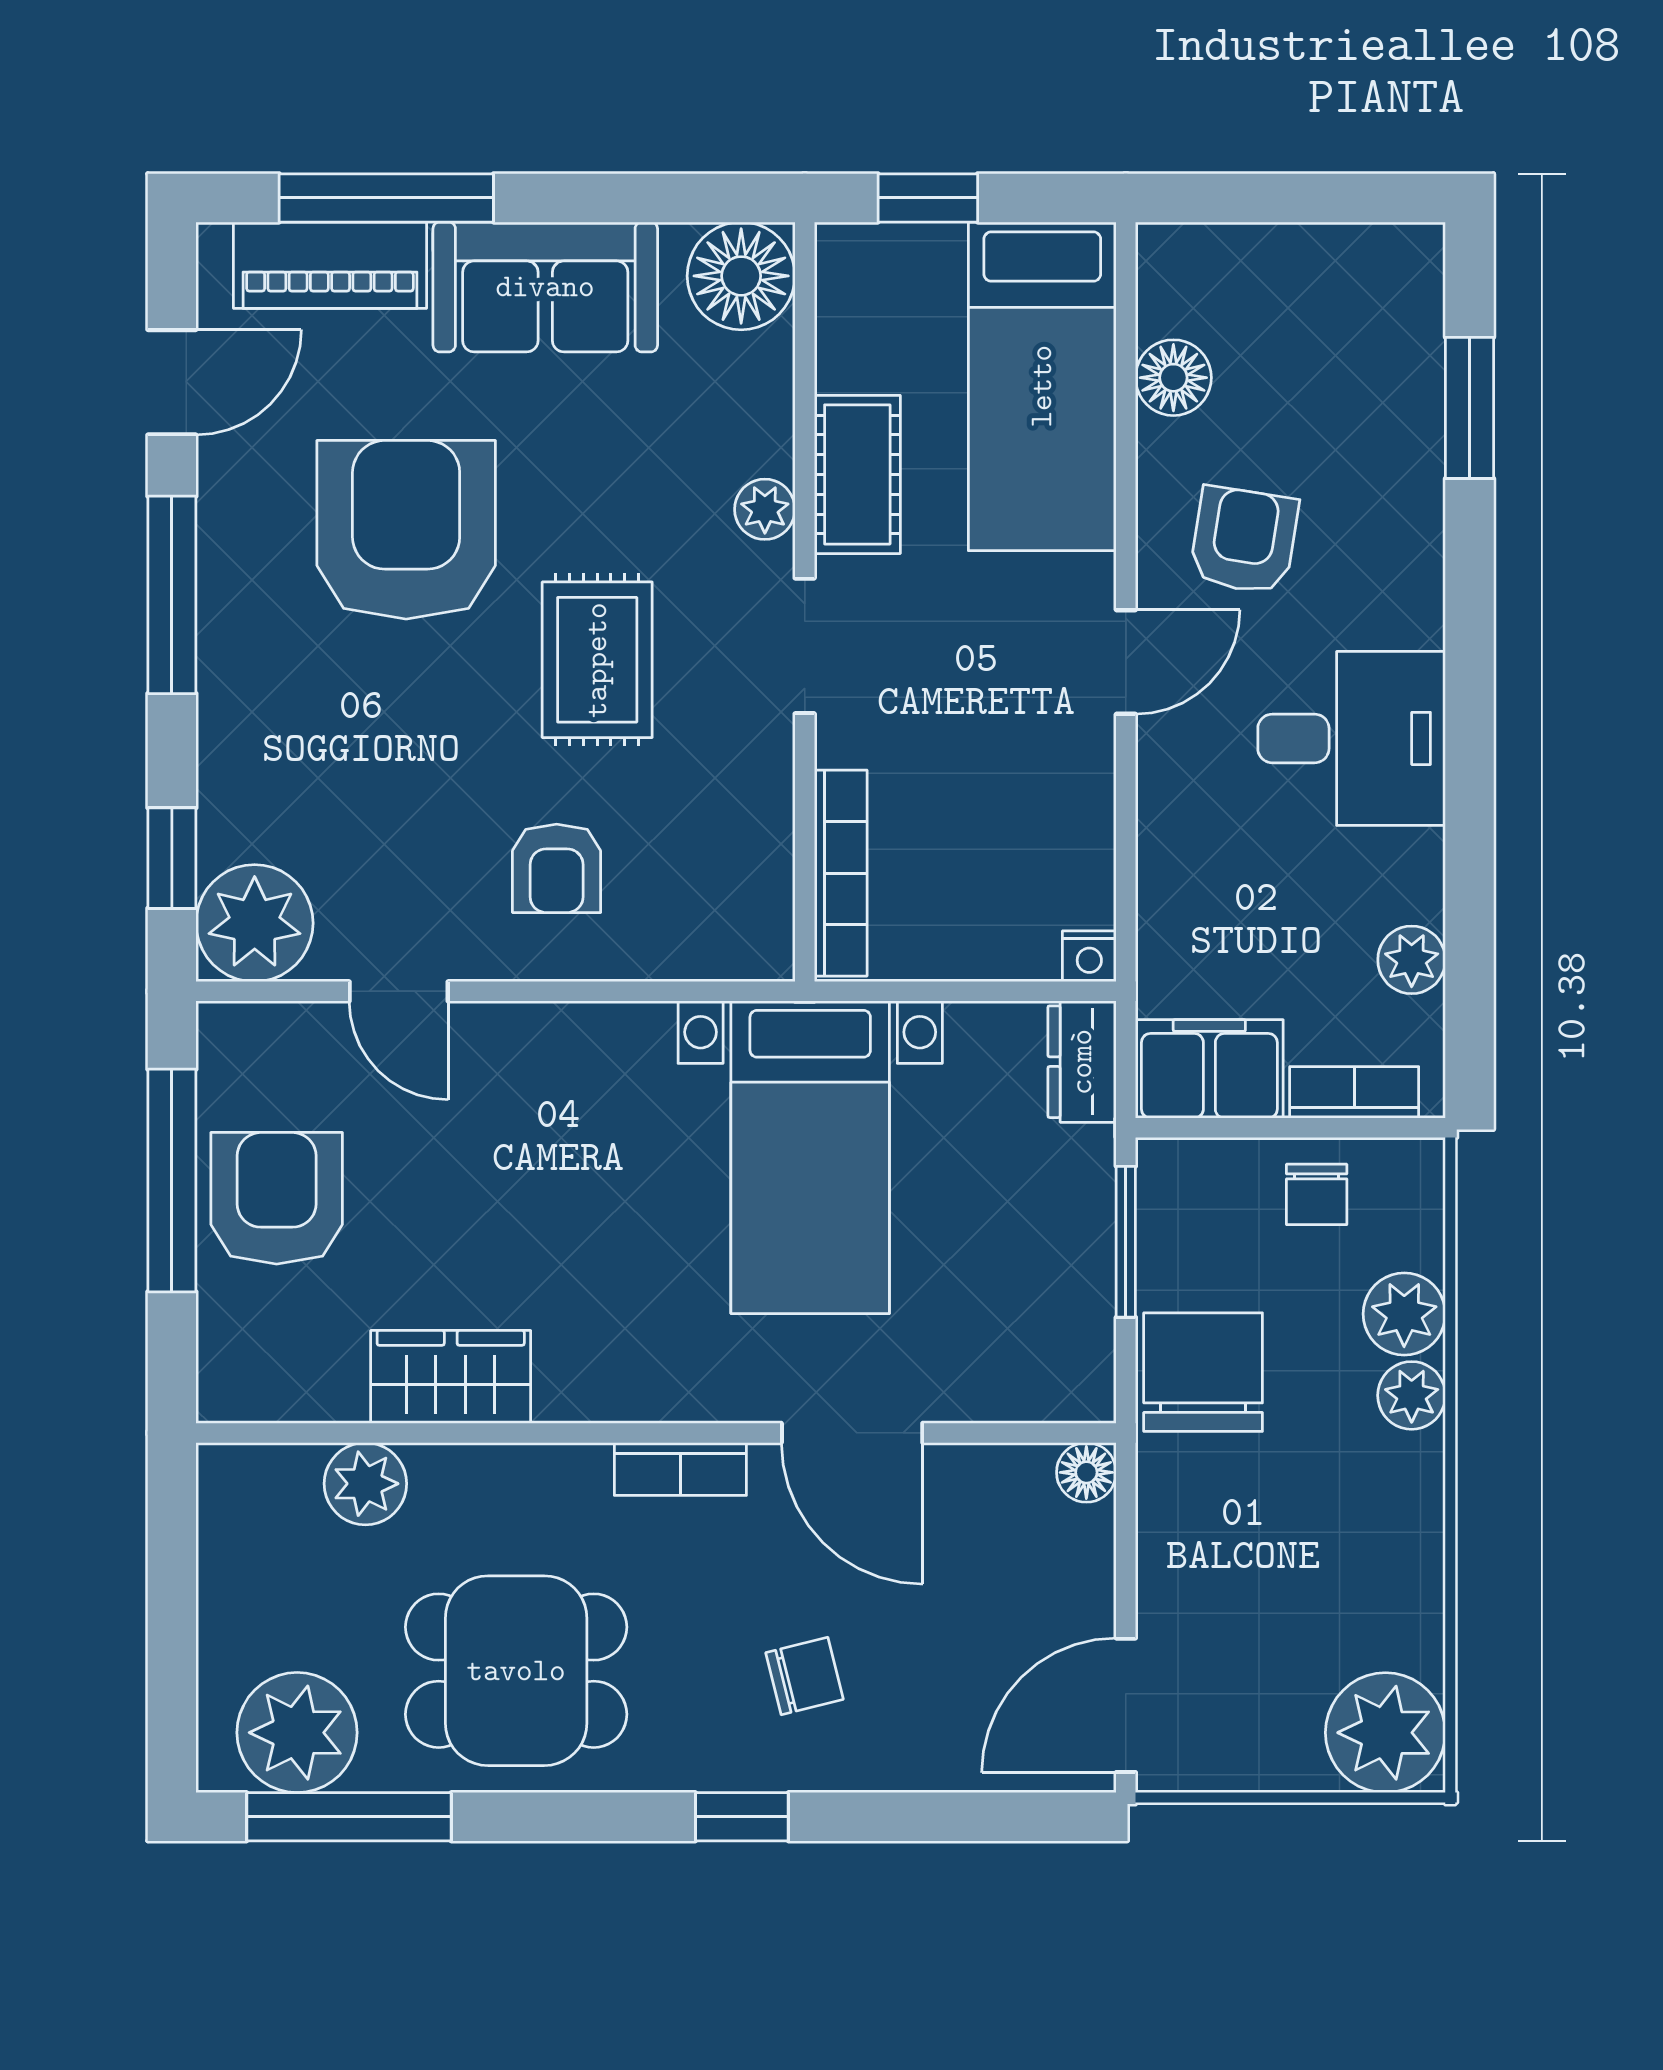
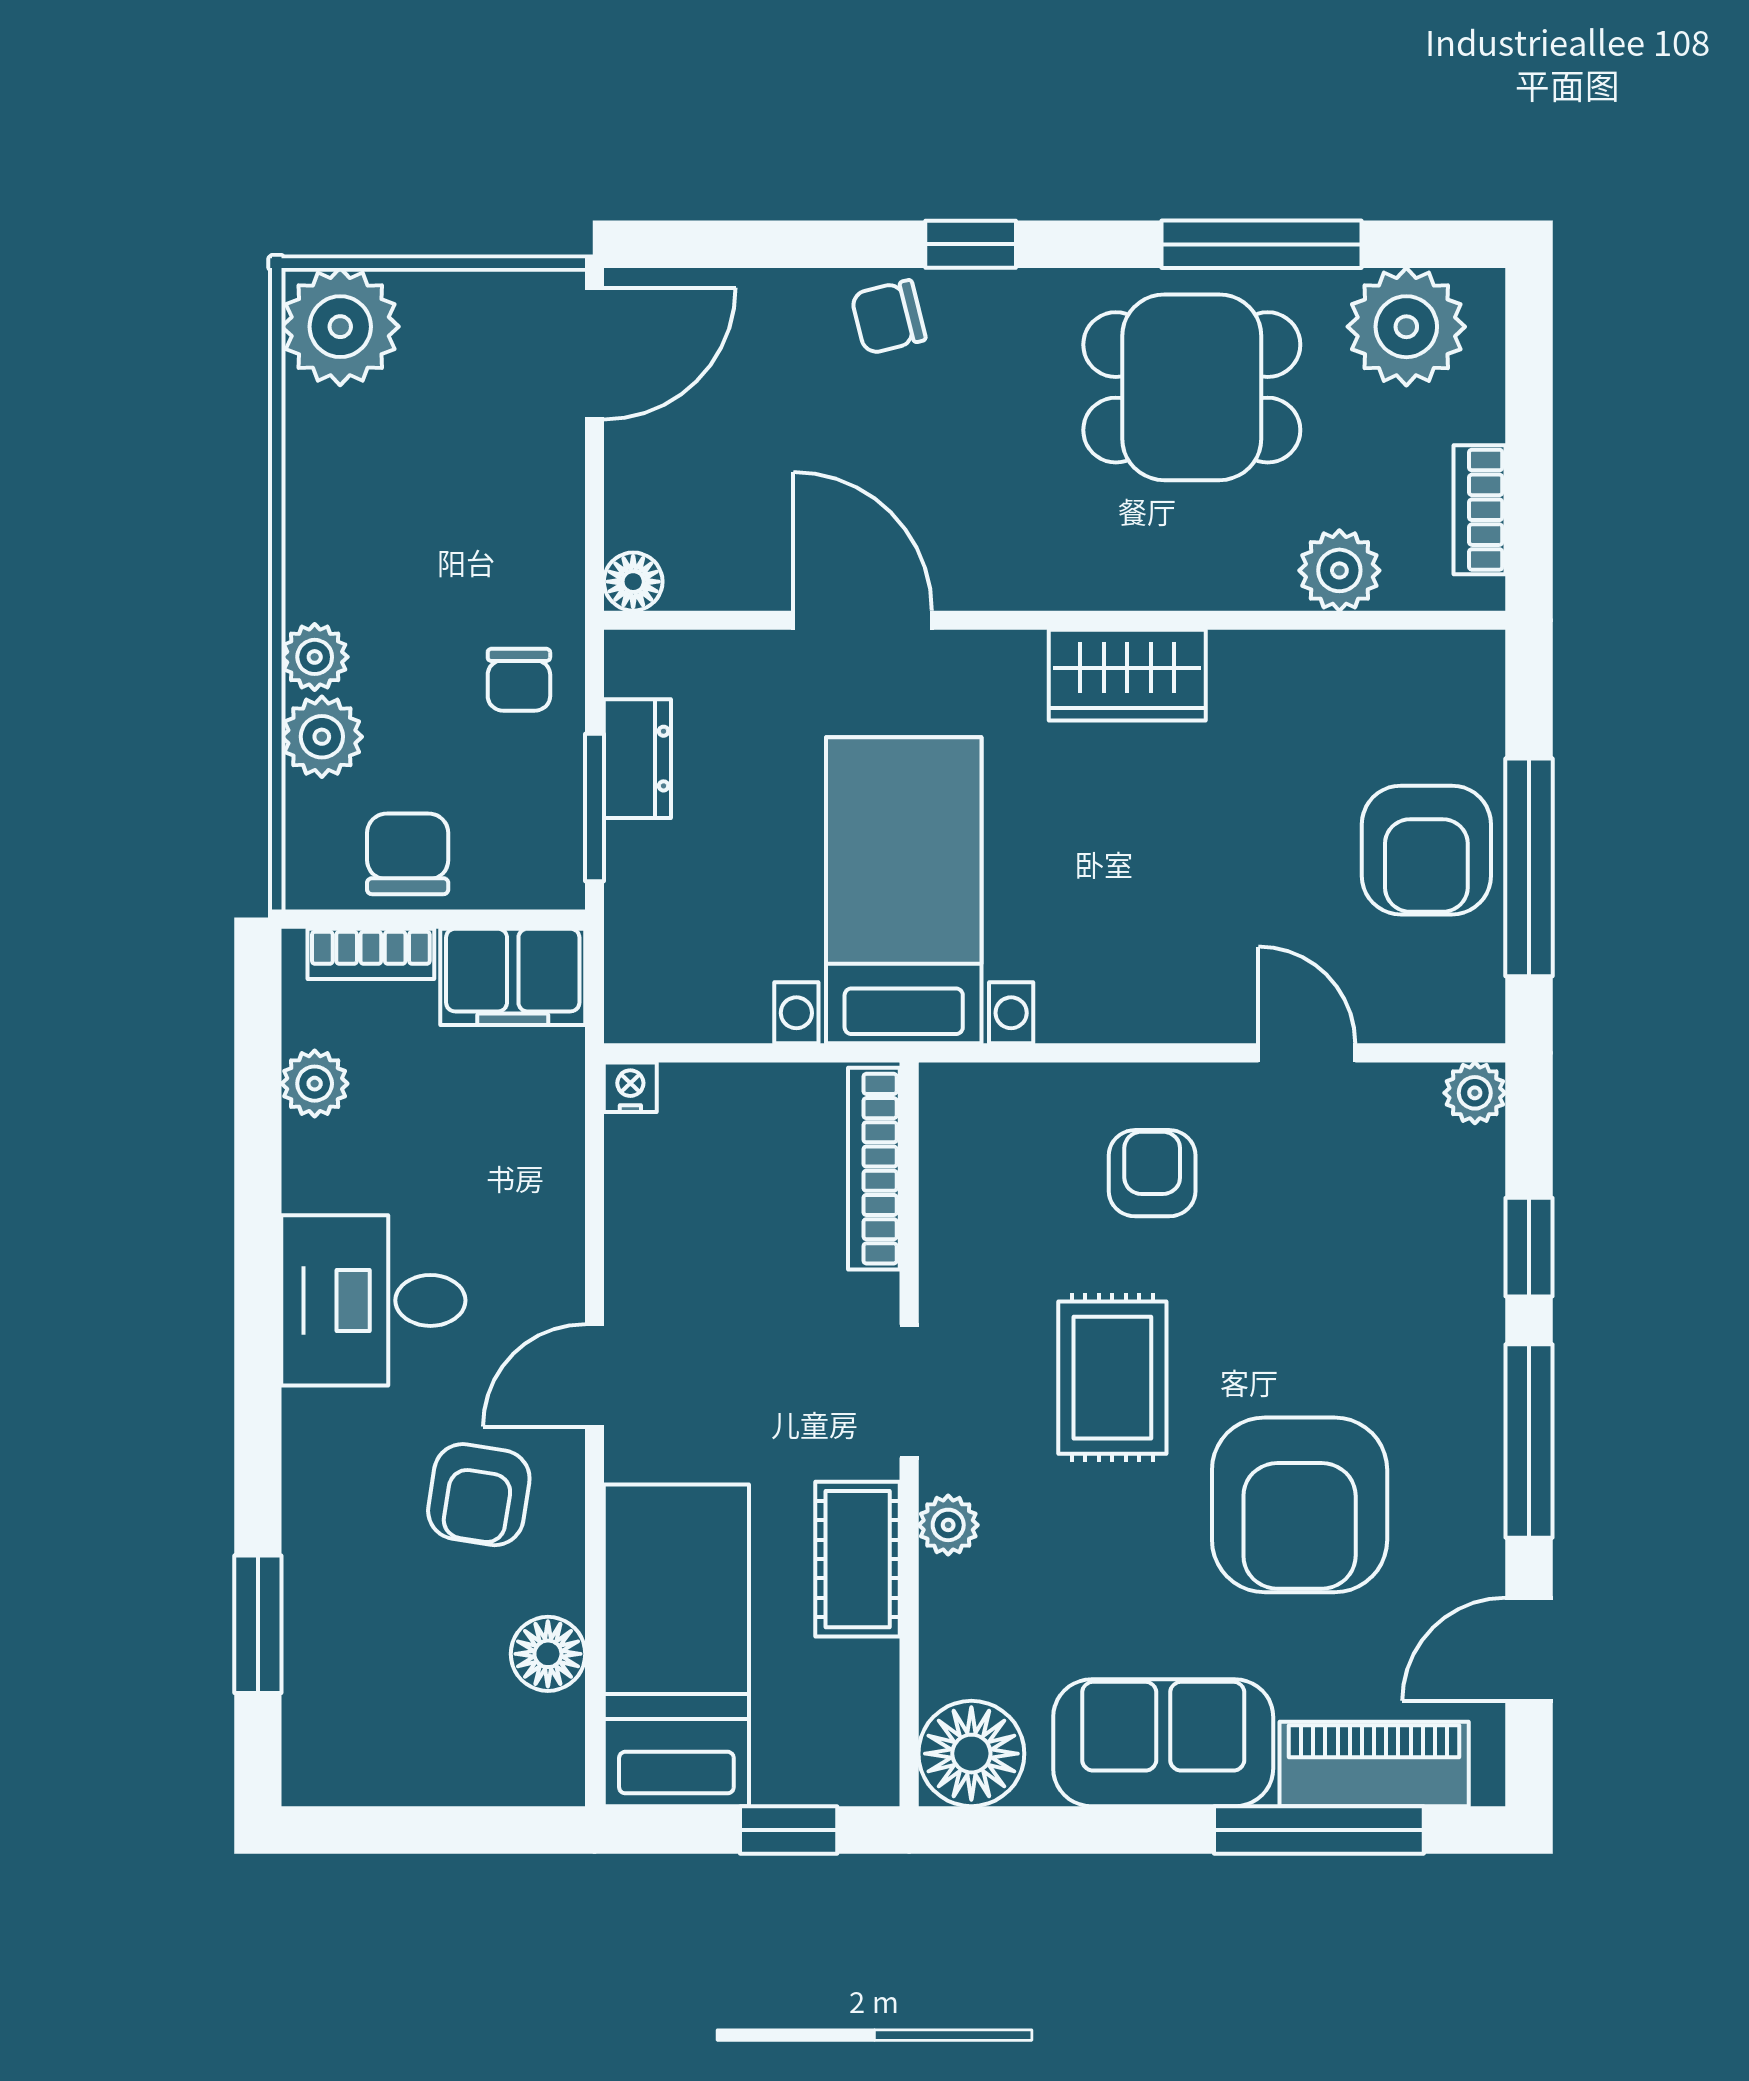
window: (172, 858) -> (1529, 1247), moved
plant: (255, 923) -> (1475, 1093), width x0.53, depth x0.53
dresser: (1082, 1062) -> (637, 759), moved
chair: (1317, 1194) -> (408, 854), width x1.37, depth x1.37
chair: (1203, 1372) -> (519, 680), width x0.54, depth x0.54
wardrobe: (451, 1377) -> (1127, 675), moved
bookcase: (680, 1469) -> (1479, 510), moved, turned -90
chair: (804, 1676) -> (888, 317), moved
window: (349, 1817) -> (1261, 244), moved

